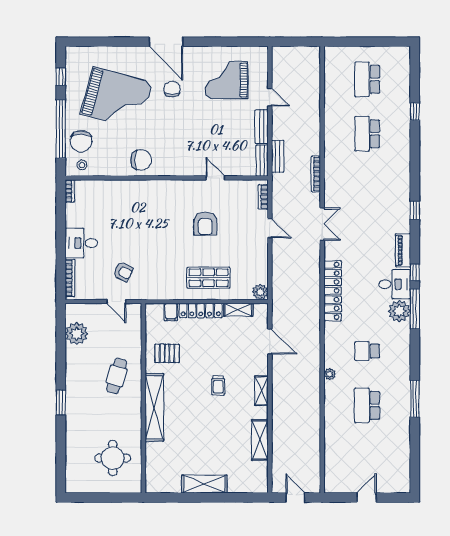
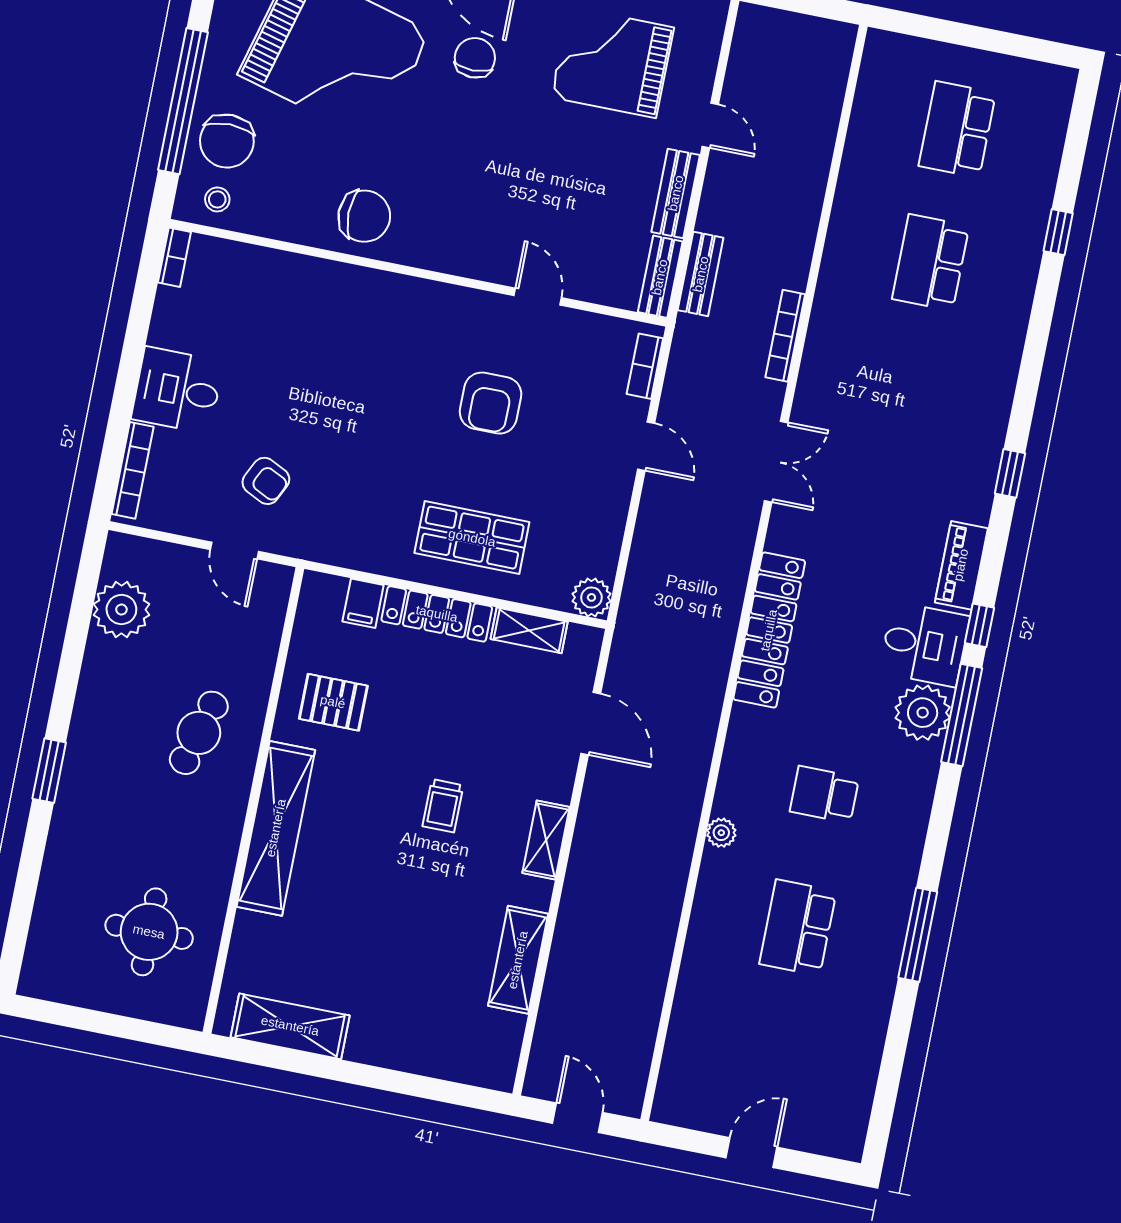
shelving: (204, 484) -> (290, 1026), moved

